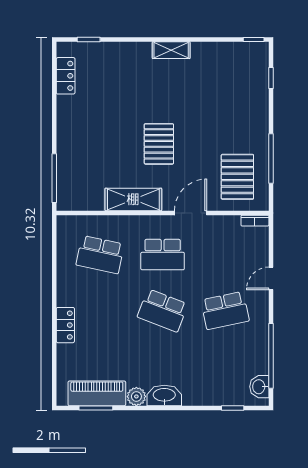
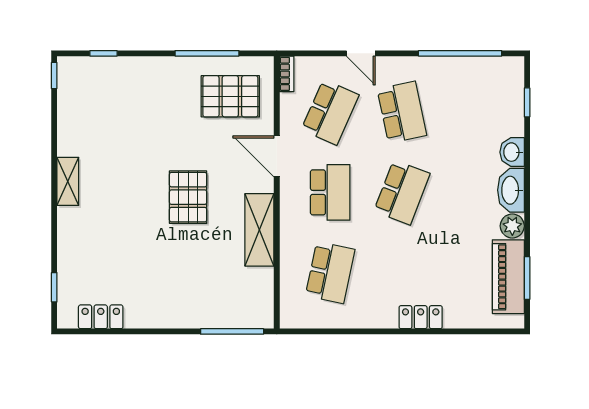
pallet: (159, 144) -> (188, 197), turned 90
school desk: (225, 255) -> (330, 112), added
washbasin: (259, 387) -> (512, 152), moved, turned 90

